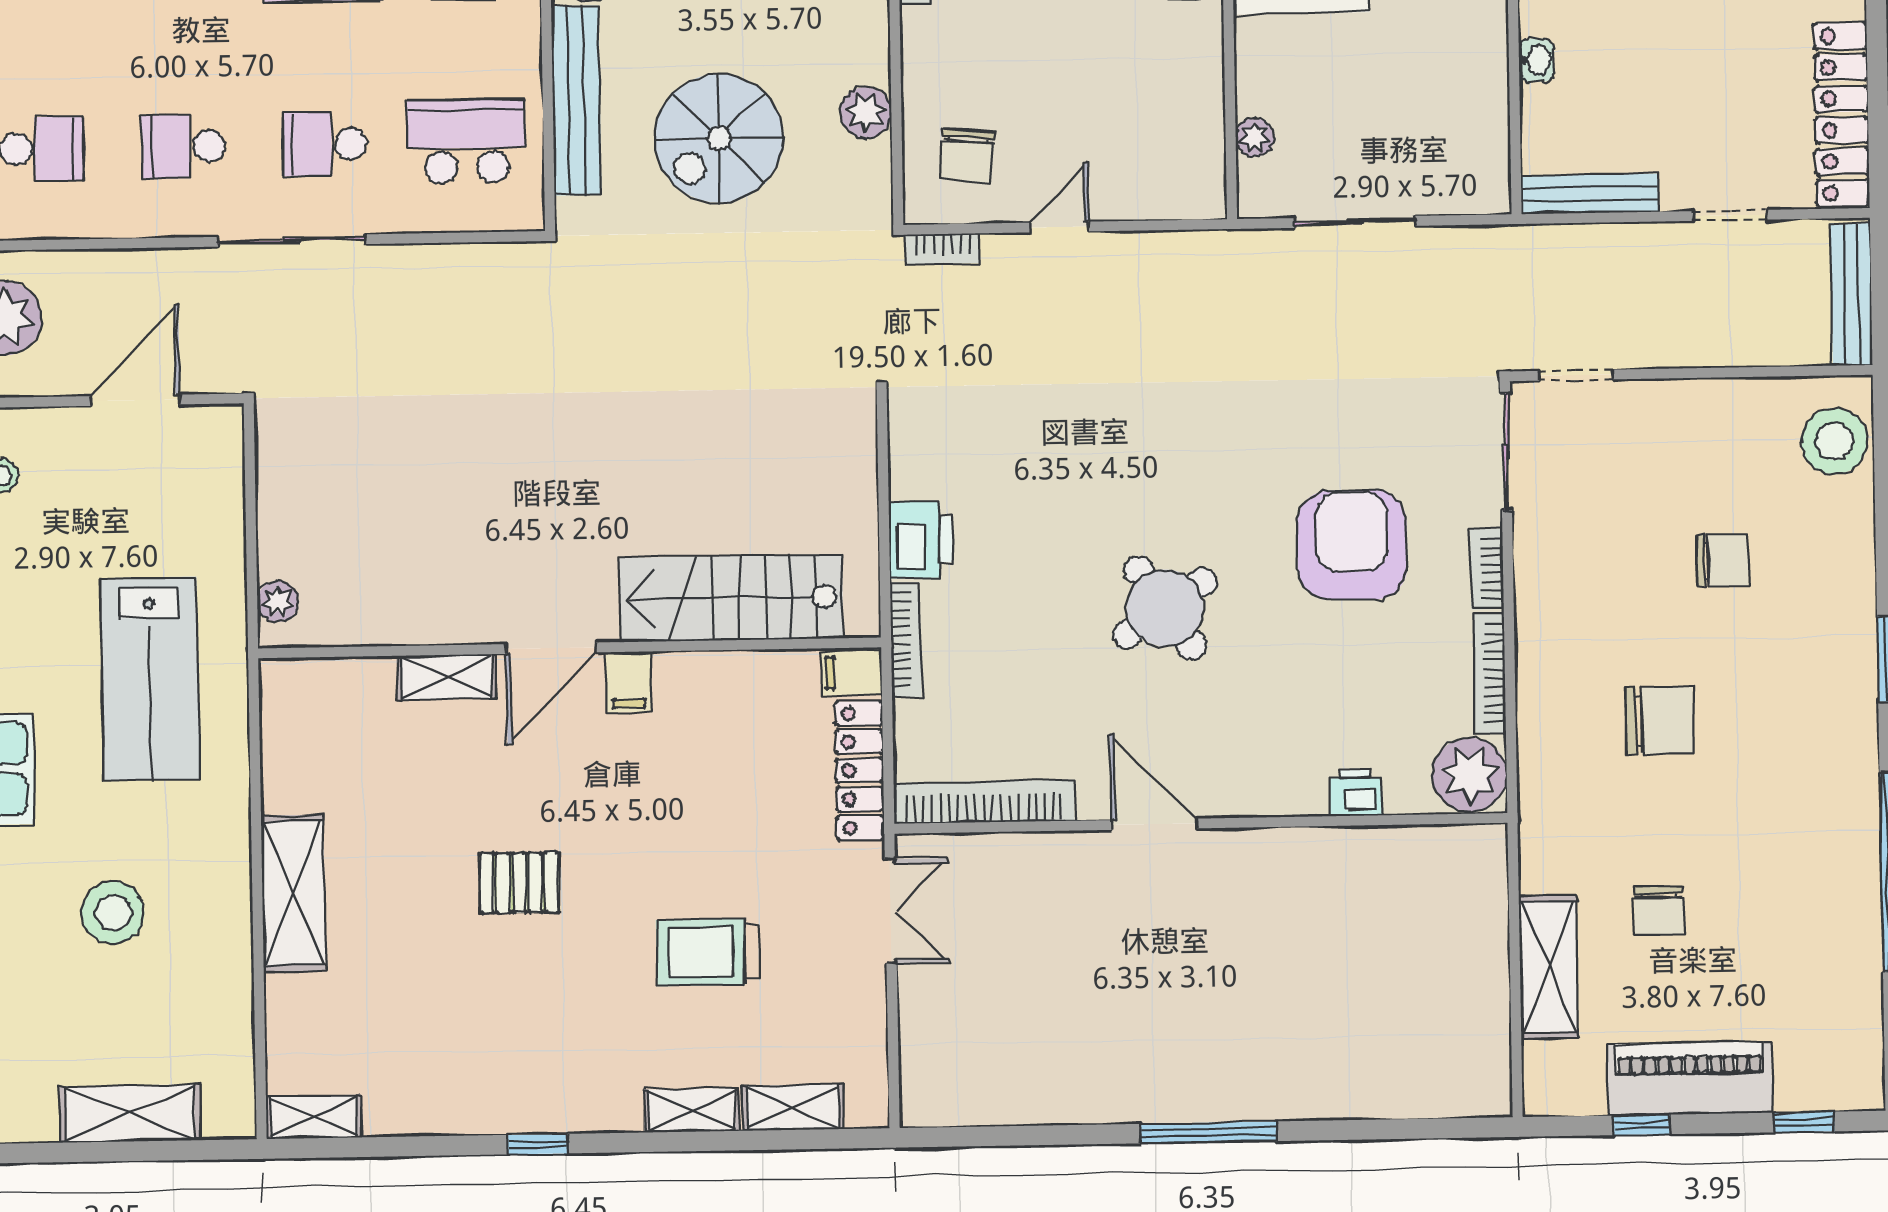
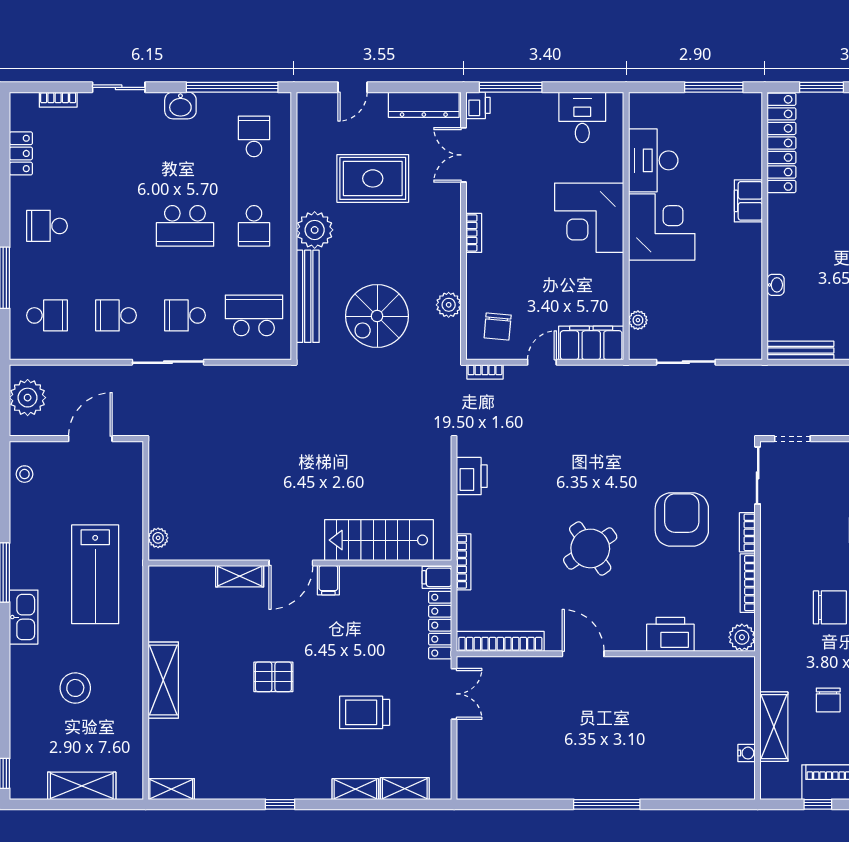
filing cabinet: (1160, 186) -> (591, 343), added
printer: (921, 540) -> (472, 476), moved
plant: (1470, 775) -> (742, 637), width x0.73, depth x0.73
printer: (1356, 792) -> (670, 634), width x1.87, depth x1.48
water cooler: (1493, 1022) -> (747, 753), added

